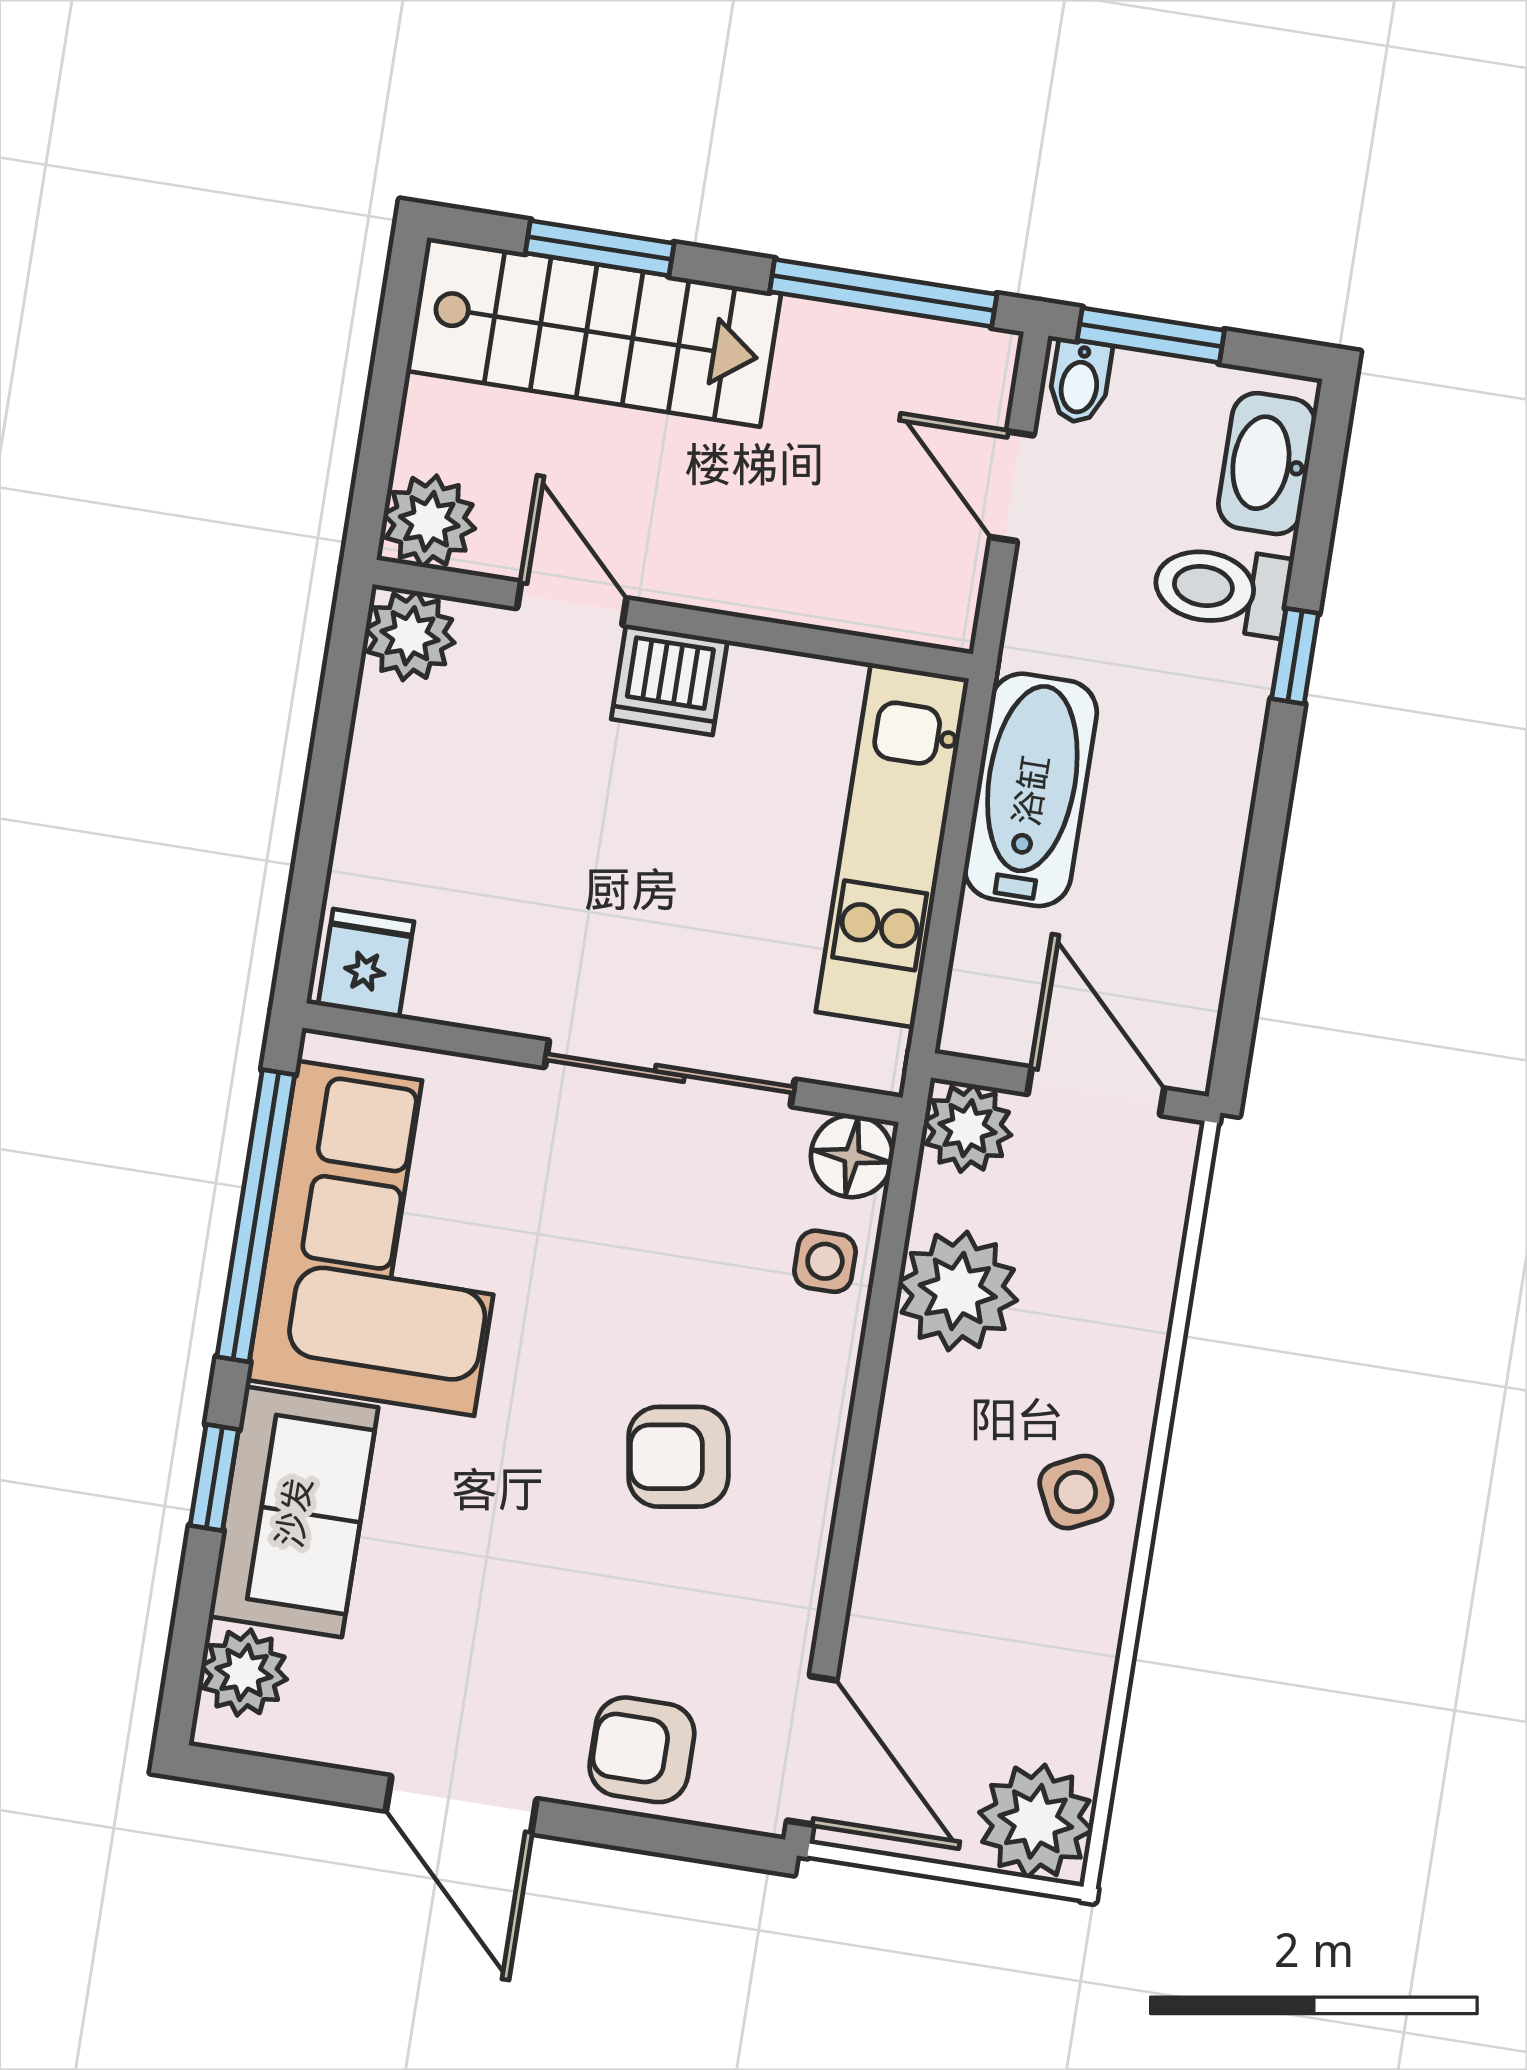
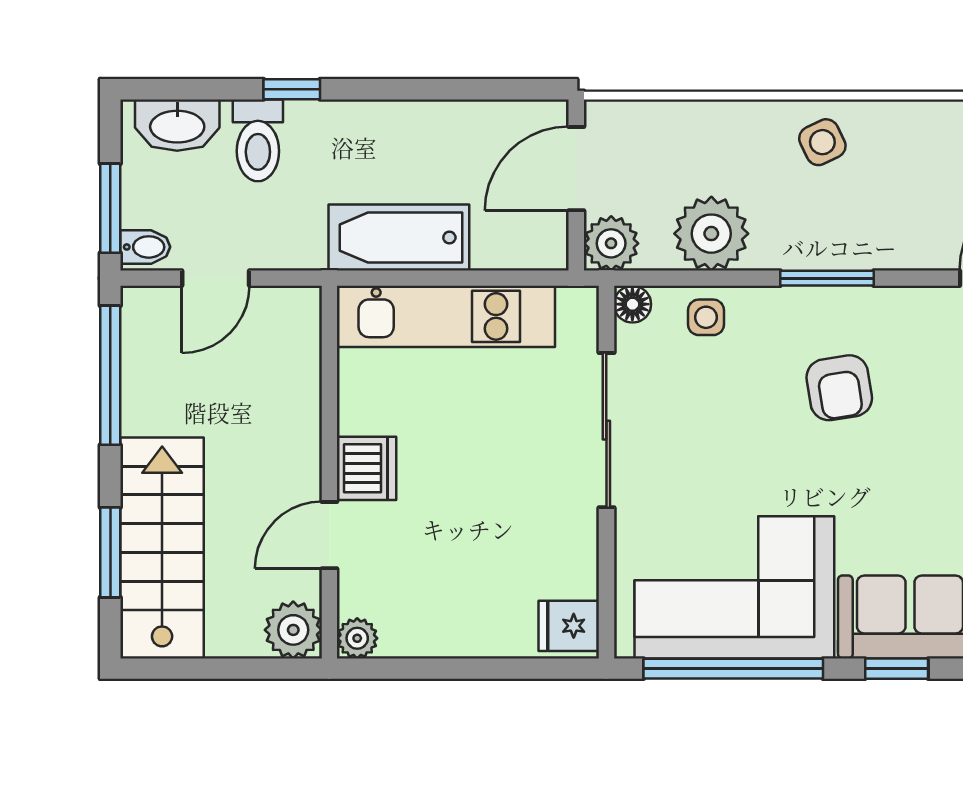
plant: (410, 636) -> (357, 638), width x0.73, depth x0.73
floor lamp: (852, 1156) -> (632, 304), width x0.73, depth x0.73
window: (857, 1465) -> (827, 278), added

